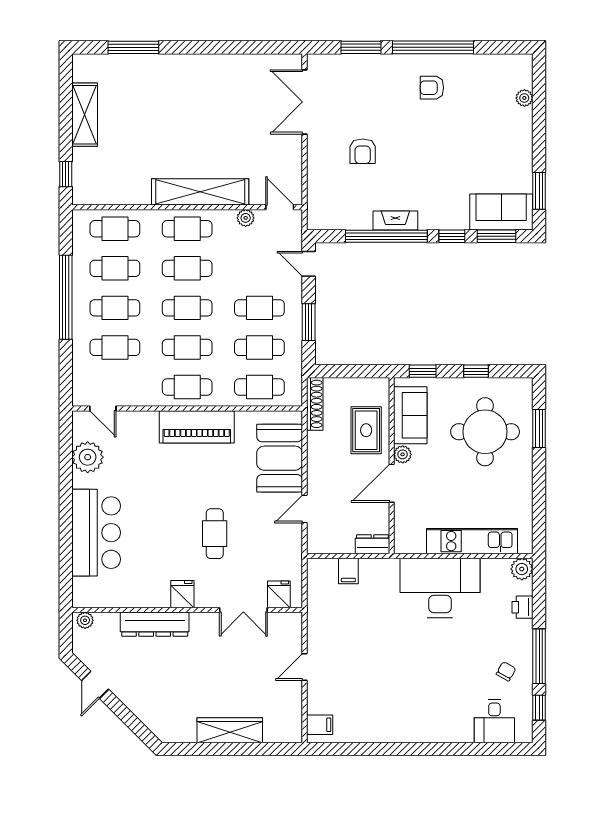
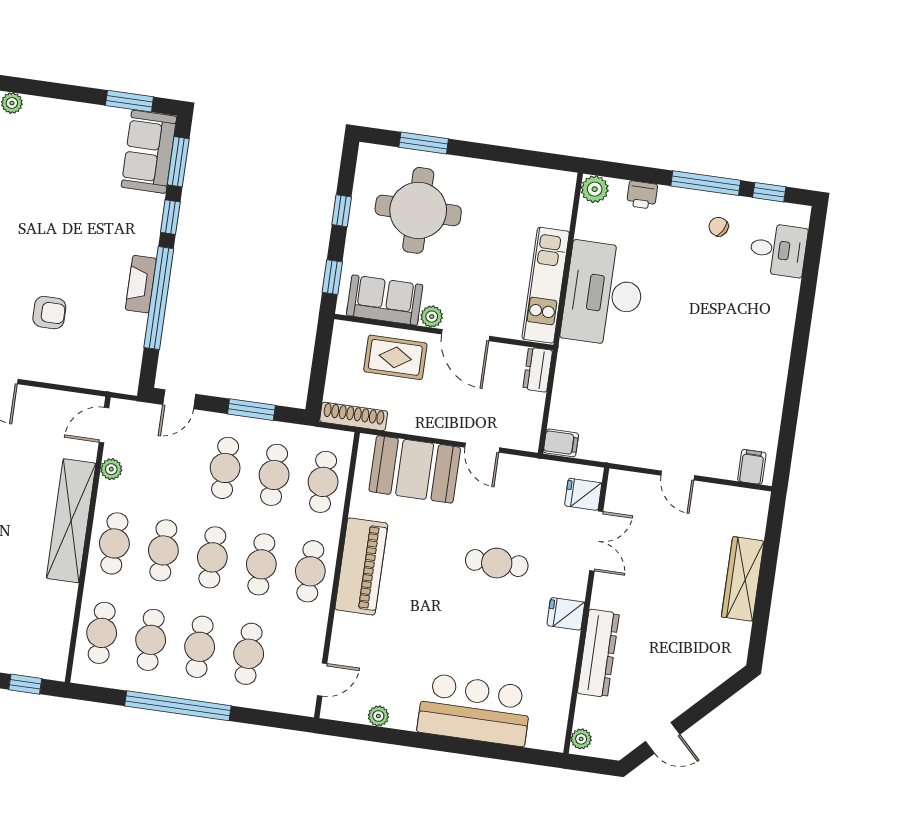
plant: (88, 457) -> (378, 716), width x0.53, depth x0.53
kitchen unit: (472, 541) -> (546, 285), moved
filing cabinet: (348, 571) -> (561, 443), moved

